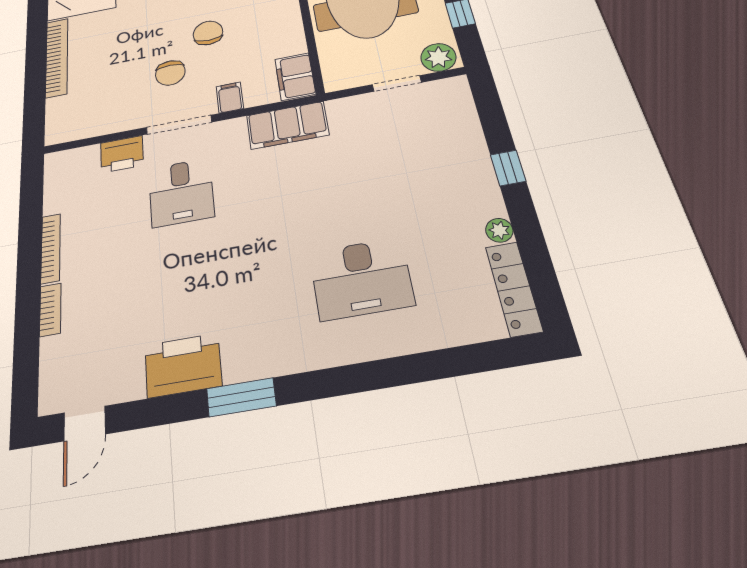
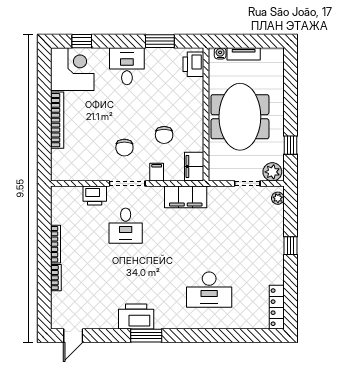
chair: (208, 33) -> (164, 135), moved, turned 180
plant: (499, 230) -> (278, 198), moved
printer: (183, 365) -> (136, 317), moved

